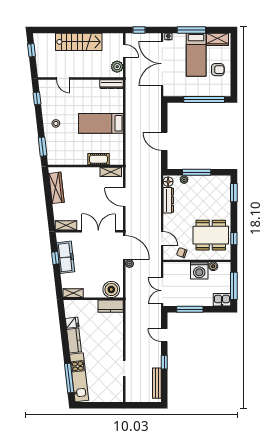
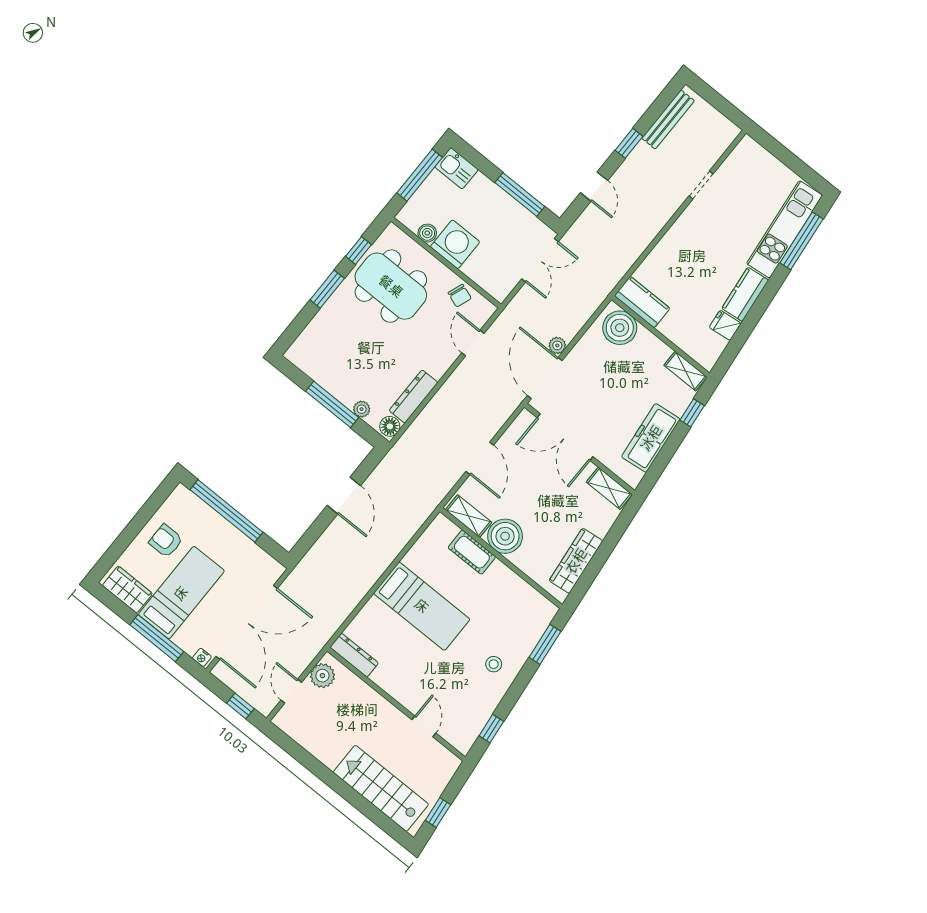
stairs: (79, 42) -> (381, 788), moved
boiler: (91, 175) -> (505, 536), added
window: (234, 193) -> (327, 289), moved
window: (55, 258) -> (692, 413), moved

